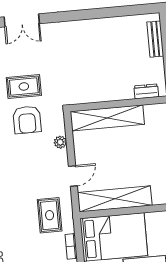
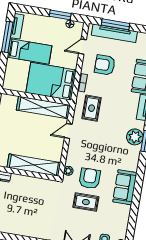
plant: (60, 142) -> (68, 171), moved

